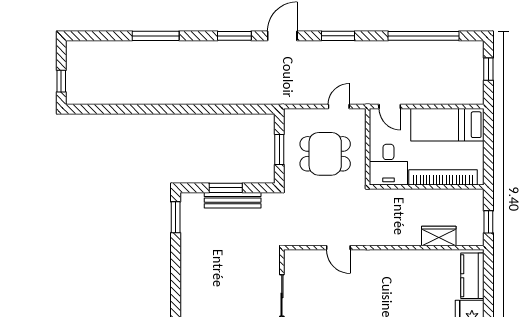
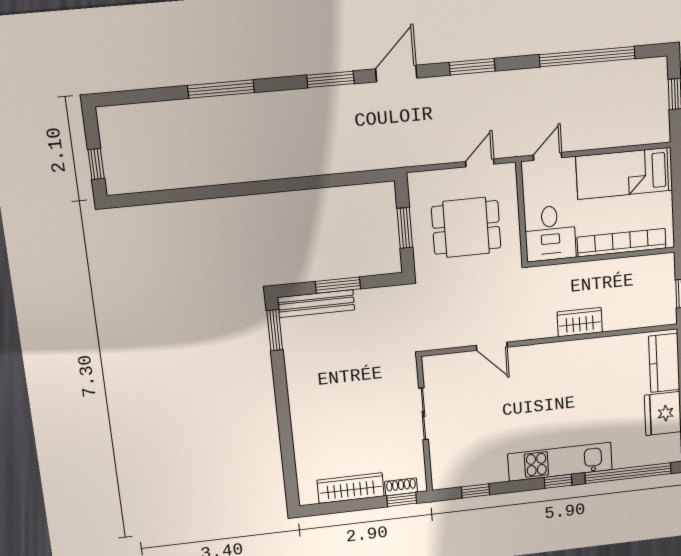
door: (390, 106) -> (548, 156), swing flipped
bench: (233, 200) -> (316, 304), moved
wardrobe: (439, 236) -> (580, 322), moved

